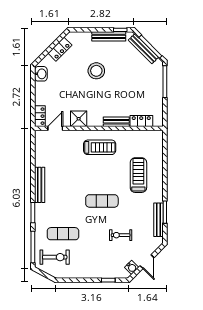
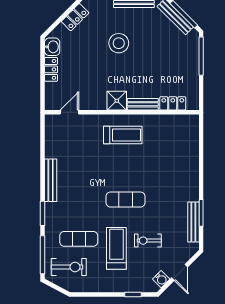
locker: (40, 116) -> (51, 69), moved
shower: (79, 119) -> (117, 101), moved
treadmill: (138, 175) -> (116, 248), moved

